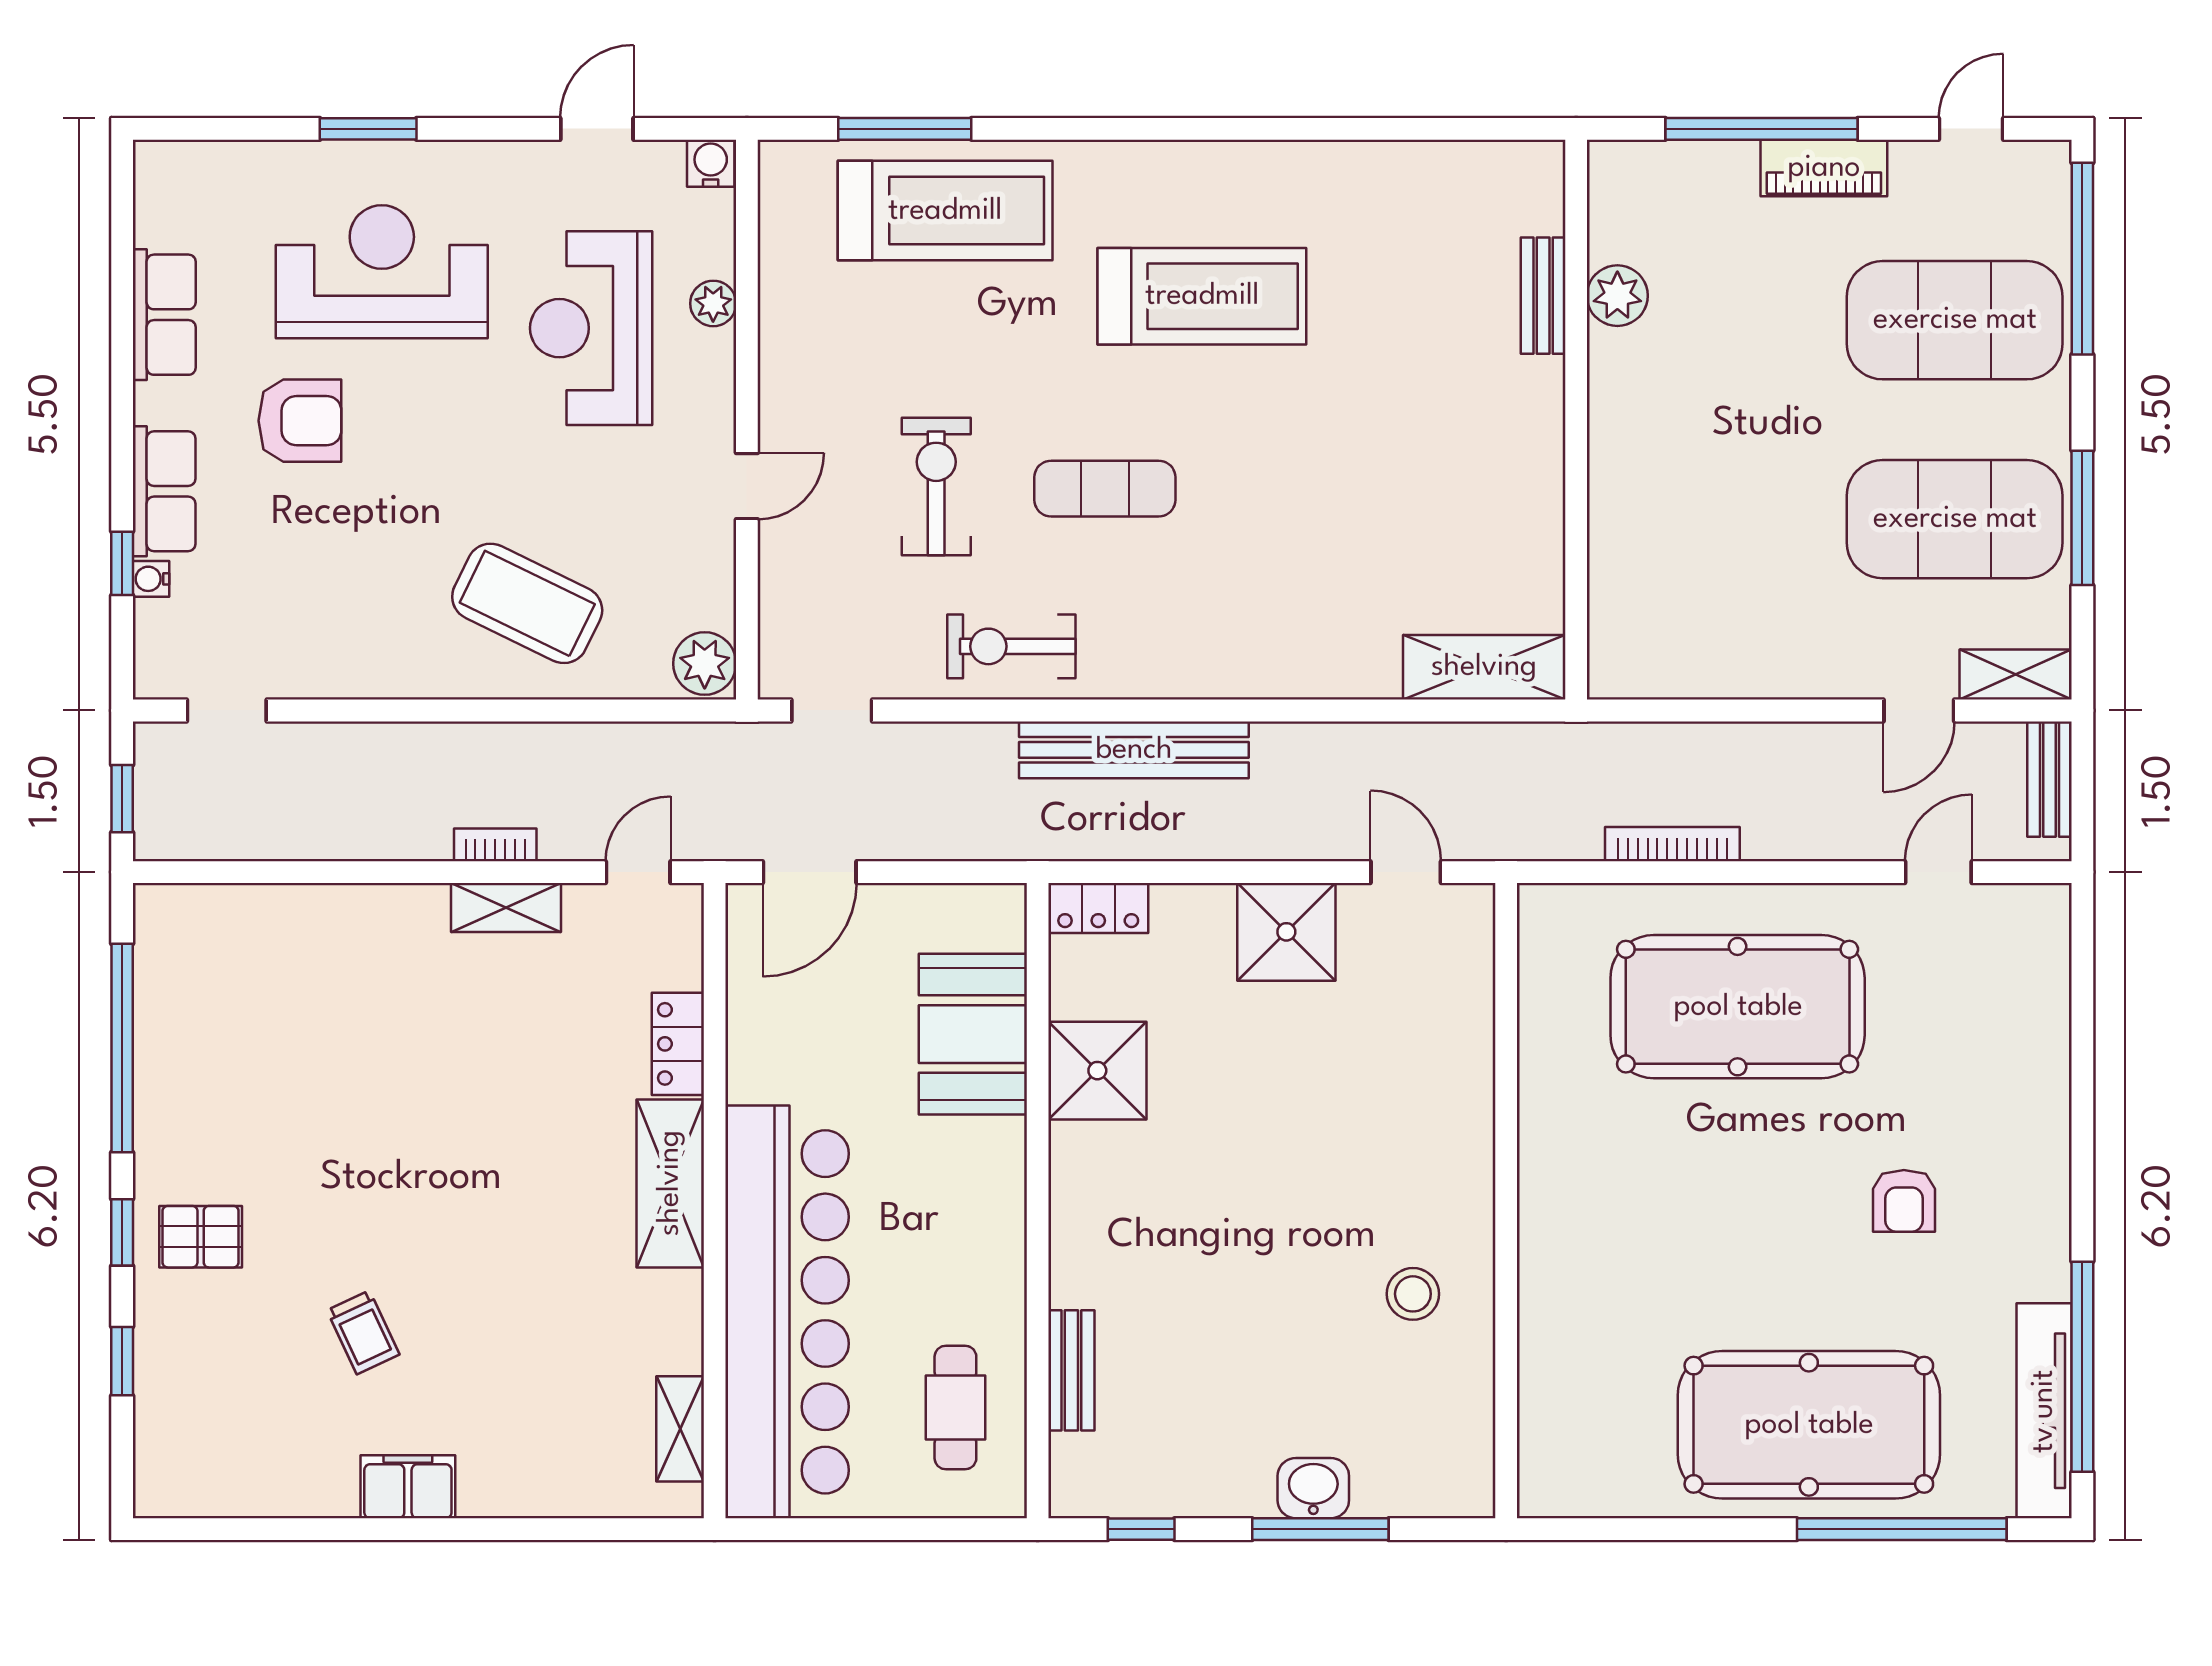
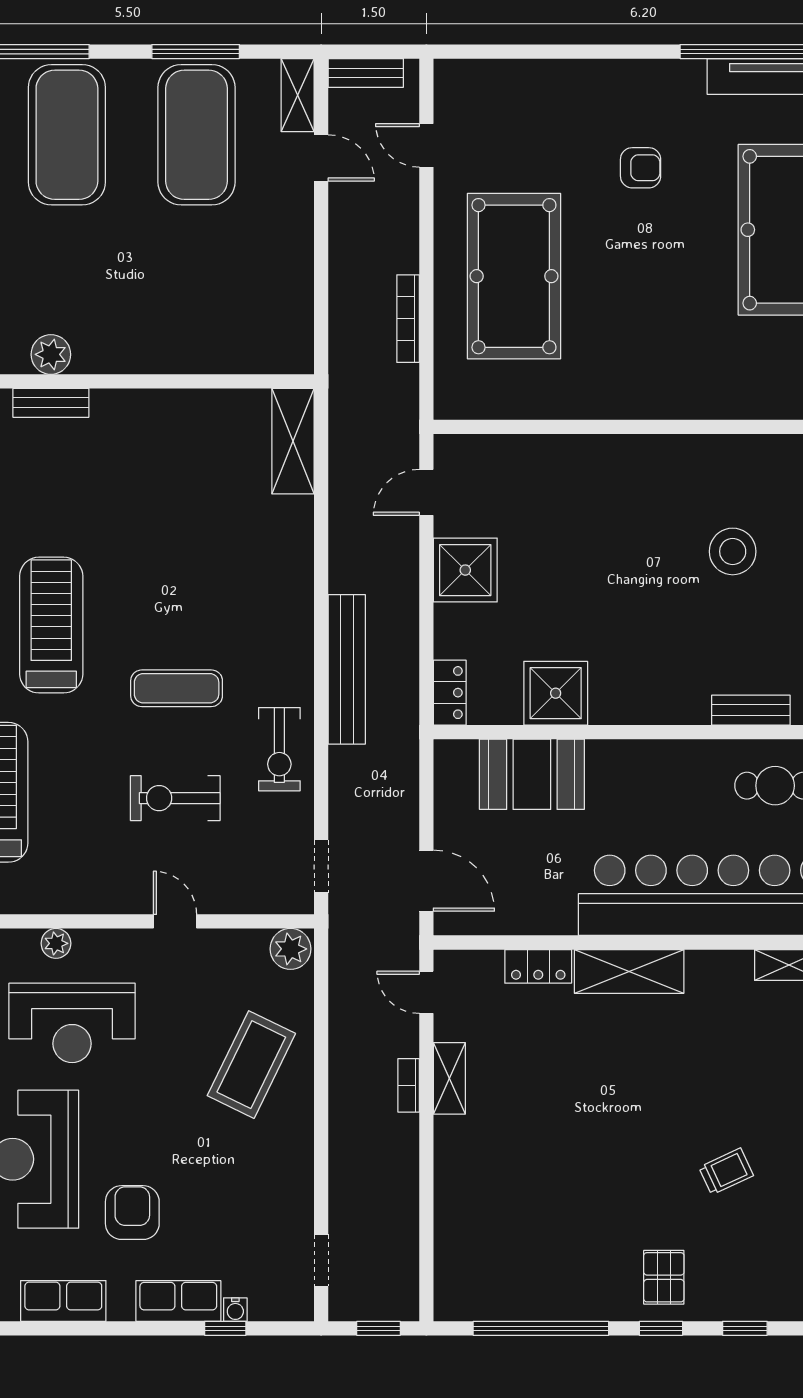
exercise mat: (1105, 489) -> (177, 688), turned 90
stool: (1413, 1294) -> (733, 551), moved, width x1.38, depth x1.38

